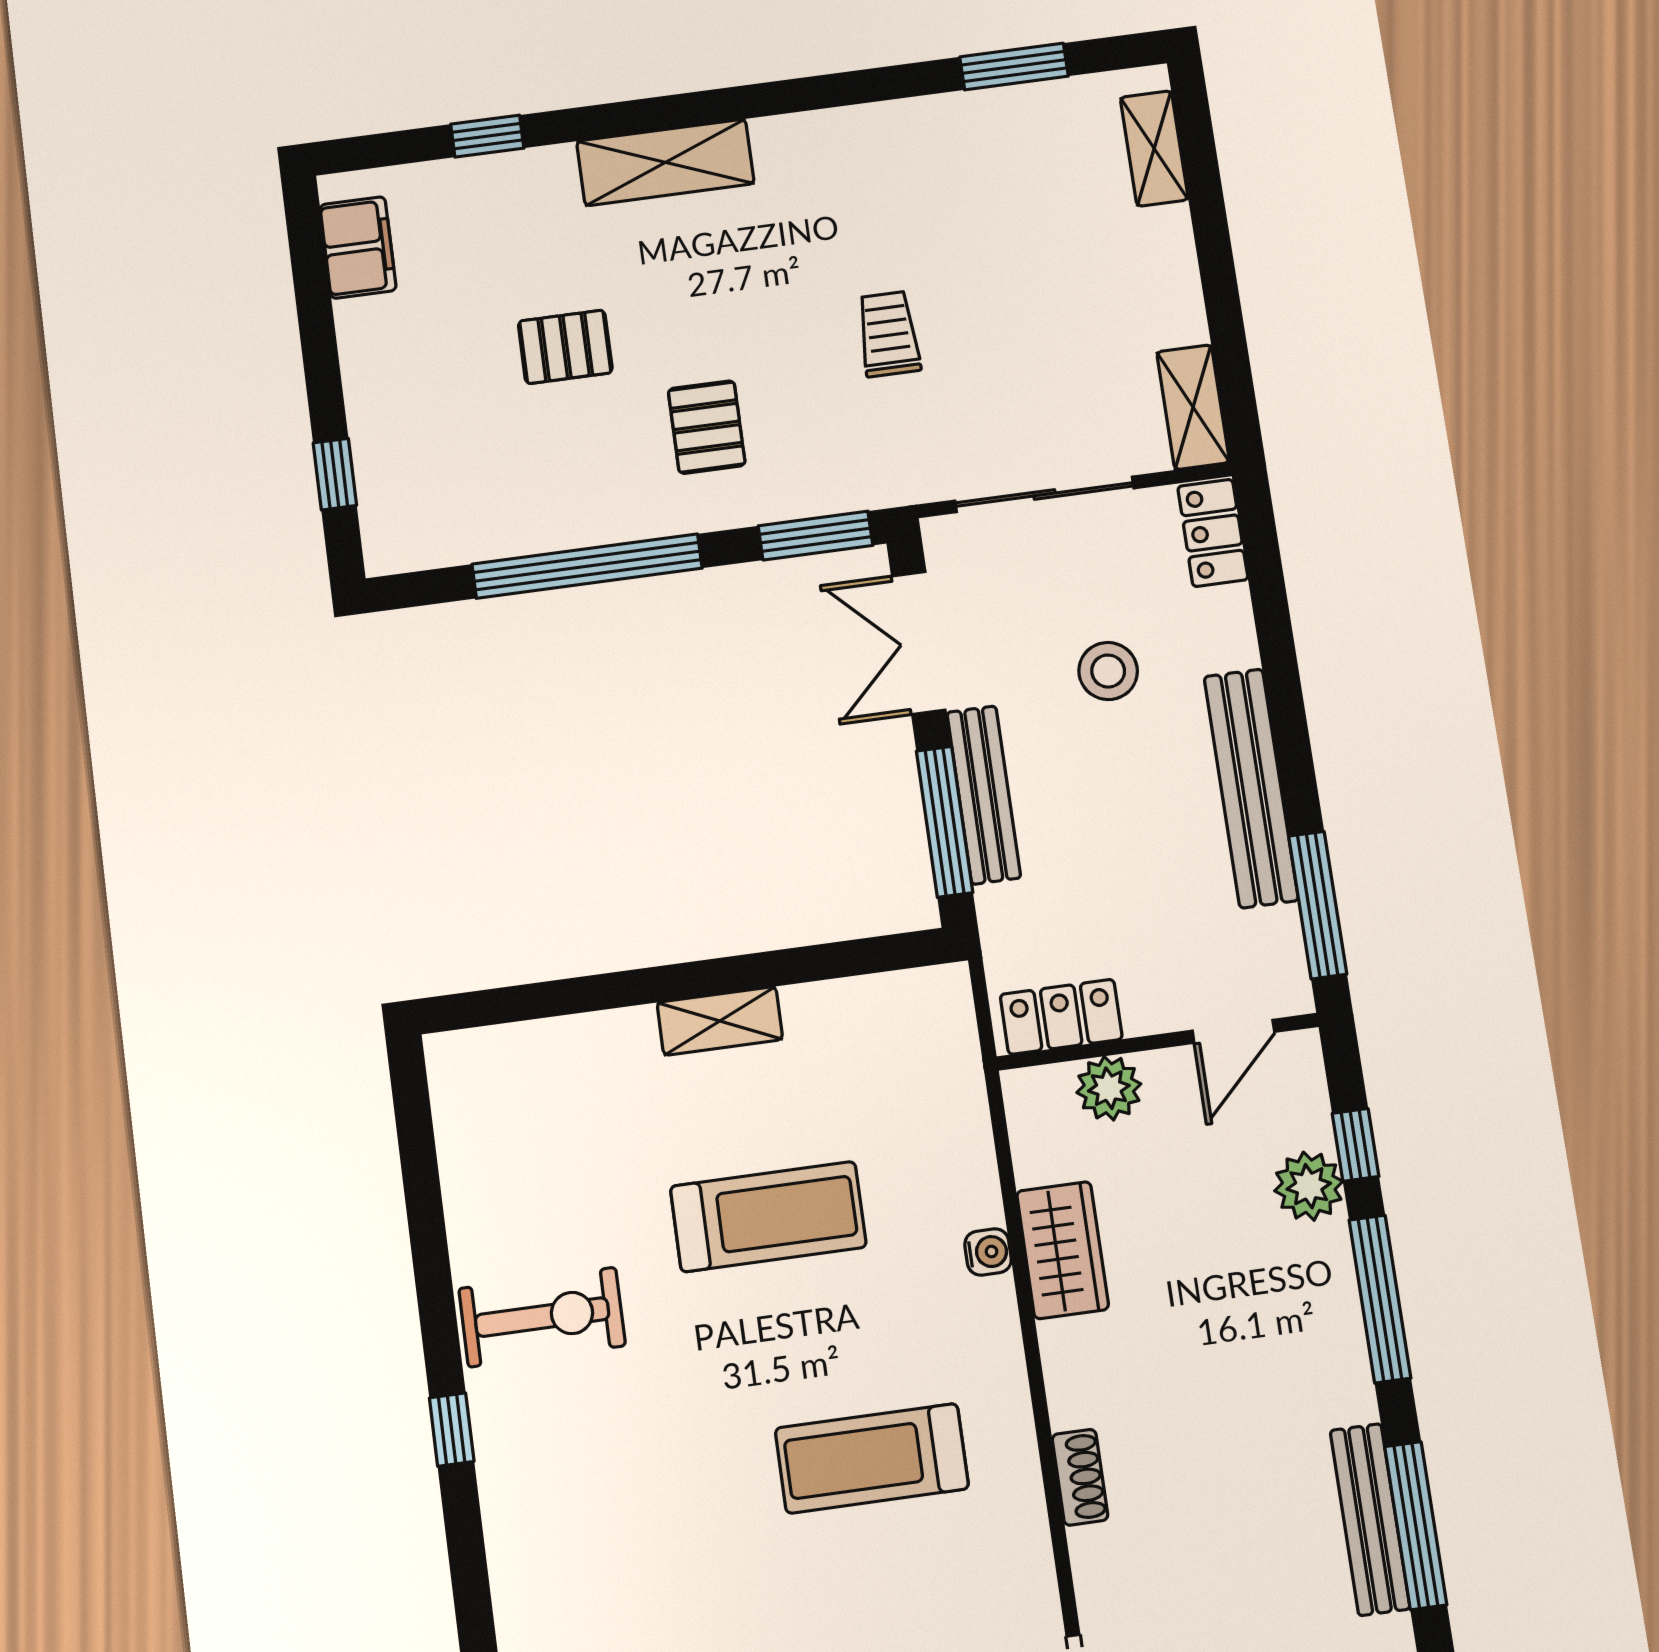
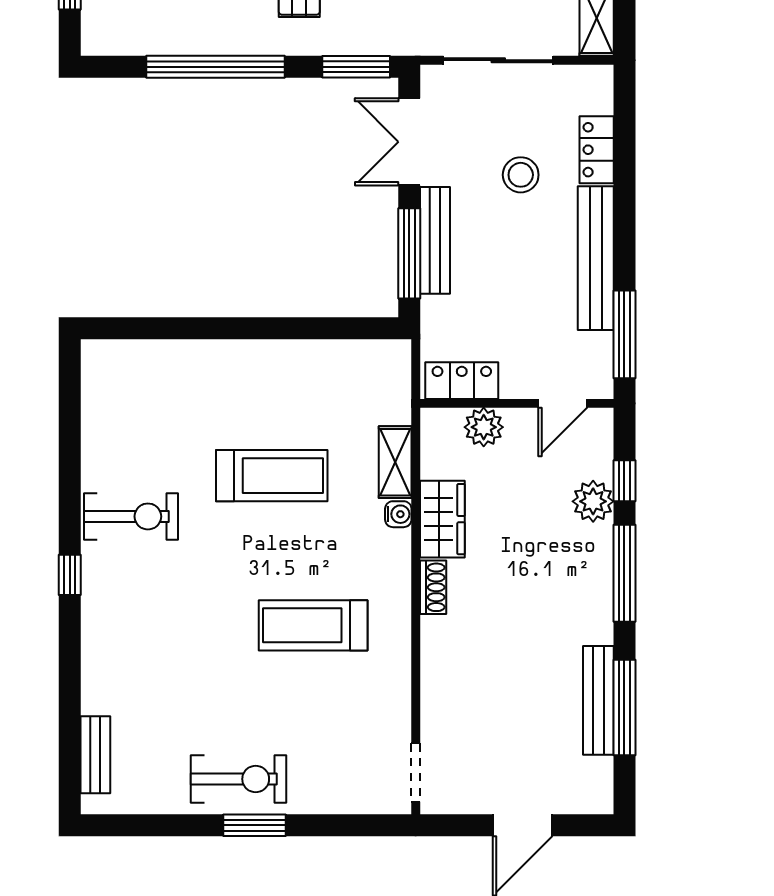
locker: (1213, 533) -> (597, 150), moved
shelving: (720, 1021) -> (395, 462), moved, turned 90
shoe rack: (1080, 1477) -> (433, 587), moved

